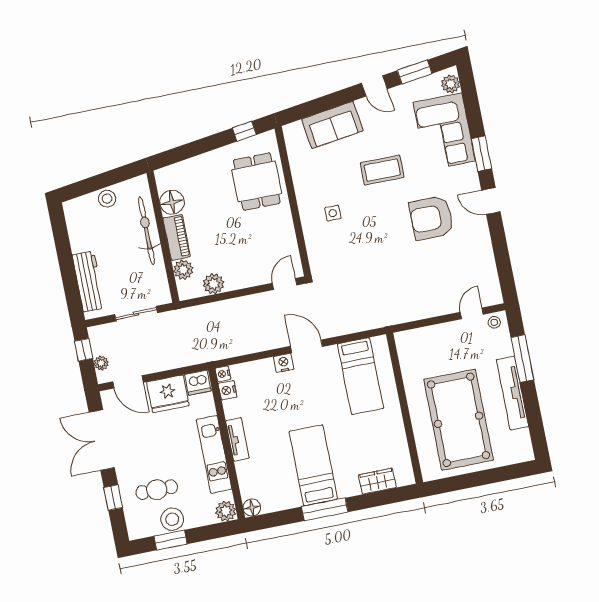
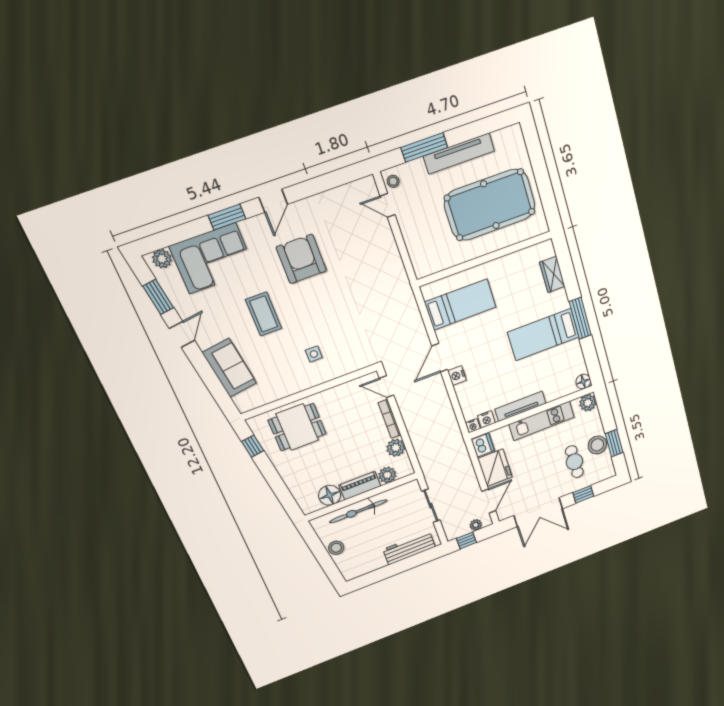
armchair: (431, 218) -> (301, 259), turned 180
bookcase: (248, 282) -> (390, 419), added
tv unit: (237, 439) -> (520, 406), width x1.41

